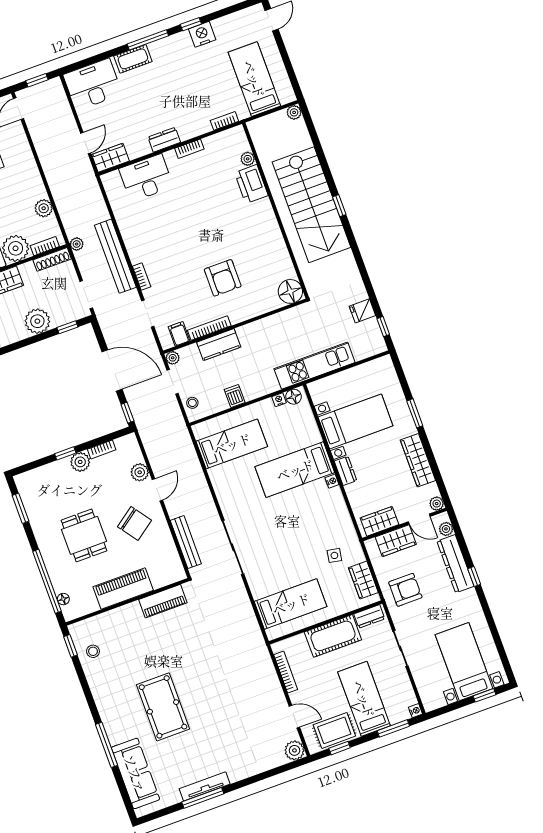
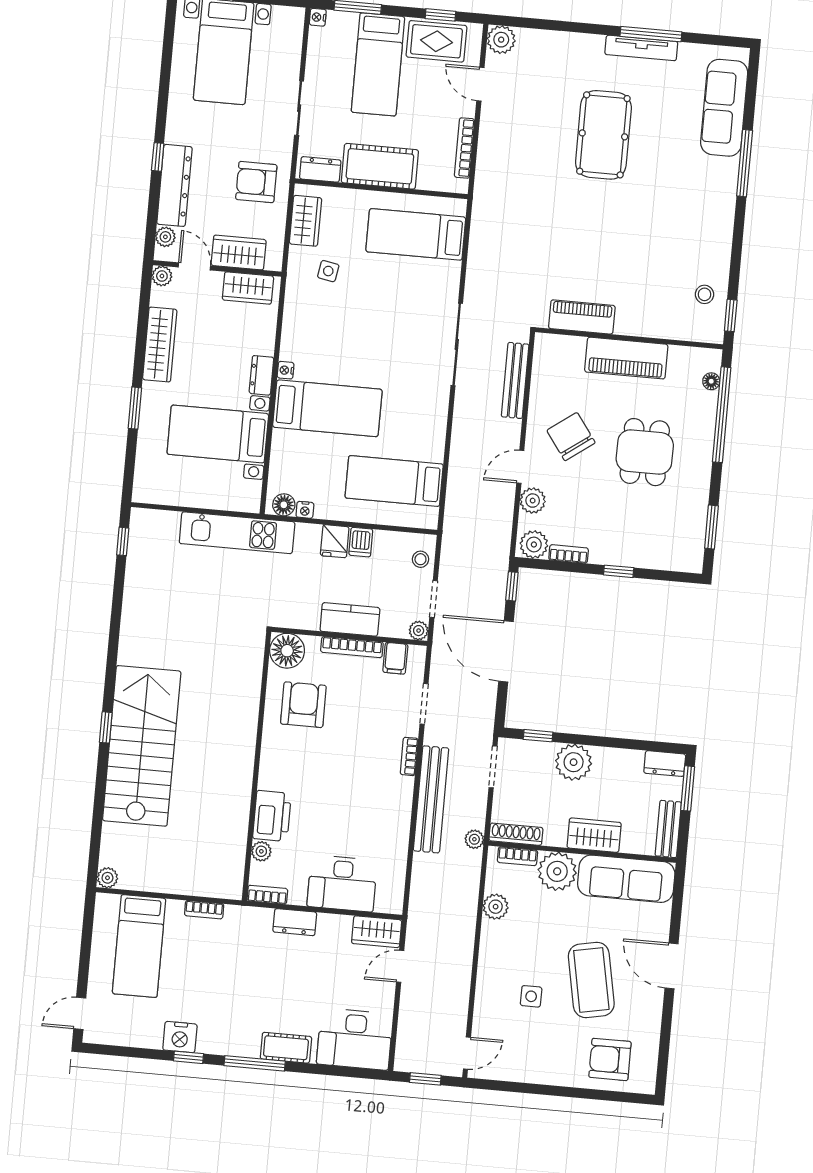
plant: (248, 159) -> (261, 851), moved
printer: (251, 184) -> (272, 816), moved
wall: (276, 211) -> (257, 766), moved
floor lamp: (290, 291) -> (287, 651), moved
fridge: (362, 311) -> (335, 541), moved, turned 90
plant: (80, 462) -> (534, 545), moved
pool table: (163, 707) -> (603, 135), moved

